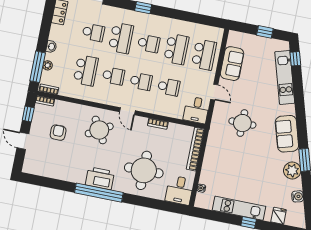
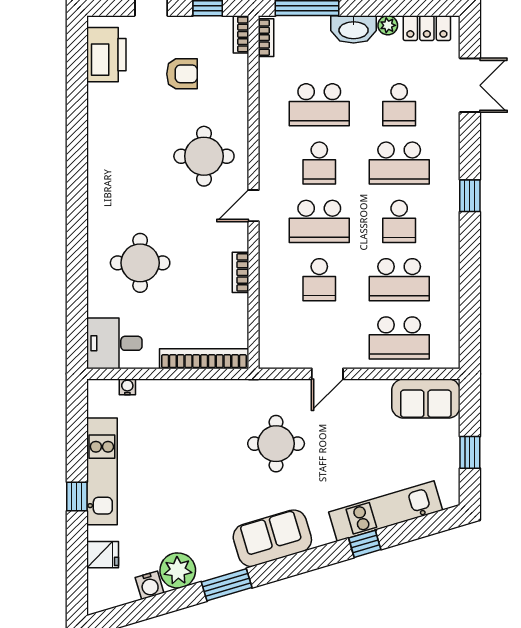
washbasin: (51, 47) -> (354, 29), width x1.91, depth x1.45
window: (295, 59) -> (365, 544), moved
sofa: (232, 64) -> (426, 399), moved
plant: (48, 65) -> (388, 25), moved
school desk: (141, 81) -> (319, 221), width x1.85
desk: (196, 110) -> (284, 345), removed
round table: (99, 130) -> (204, 156), turned 30
round table: (144, 170) -> (140, 263), width x0.73, depth x0.73
plant: (292, 171) -> (178, 570), moved
printer: (100, 178) -> (106, 55), moved
window: (99, 193) -> (77, 181), removed

